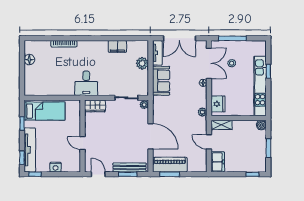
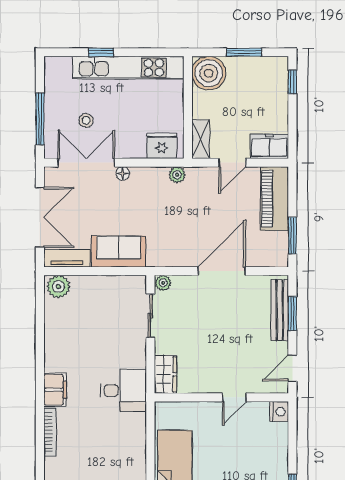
filing cabinet: (117, 46) -> (55, 390), moved
plant: (142, 63) -> (58, 287), moved
boiler: (261, 125) -> (209, 73), width x1.86, depth x1.86
piano: (170, 165) -> (275, 199), moved
nightstand: (56, 167) -> (279, 411), moved

